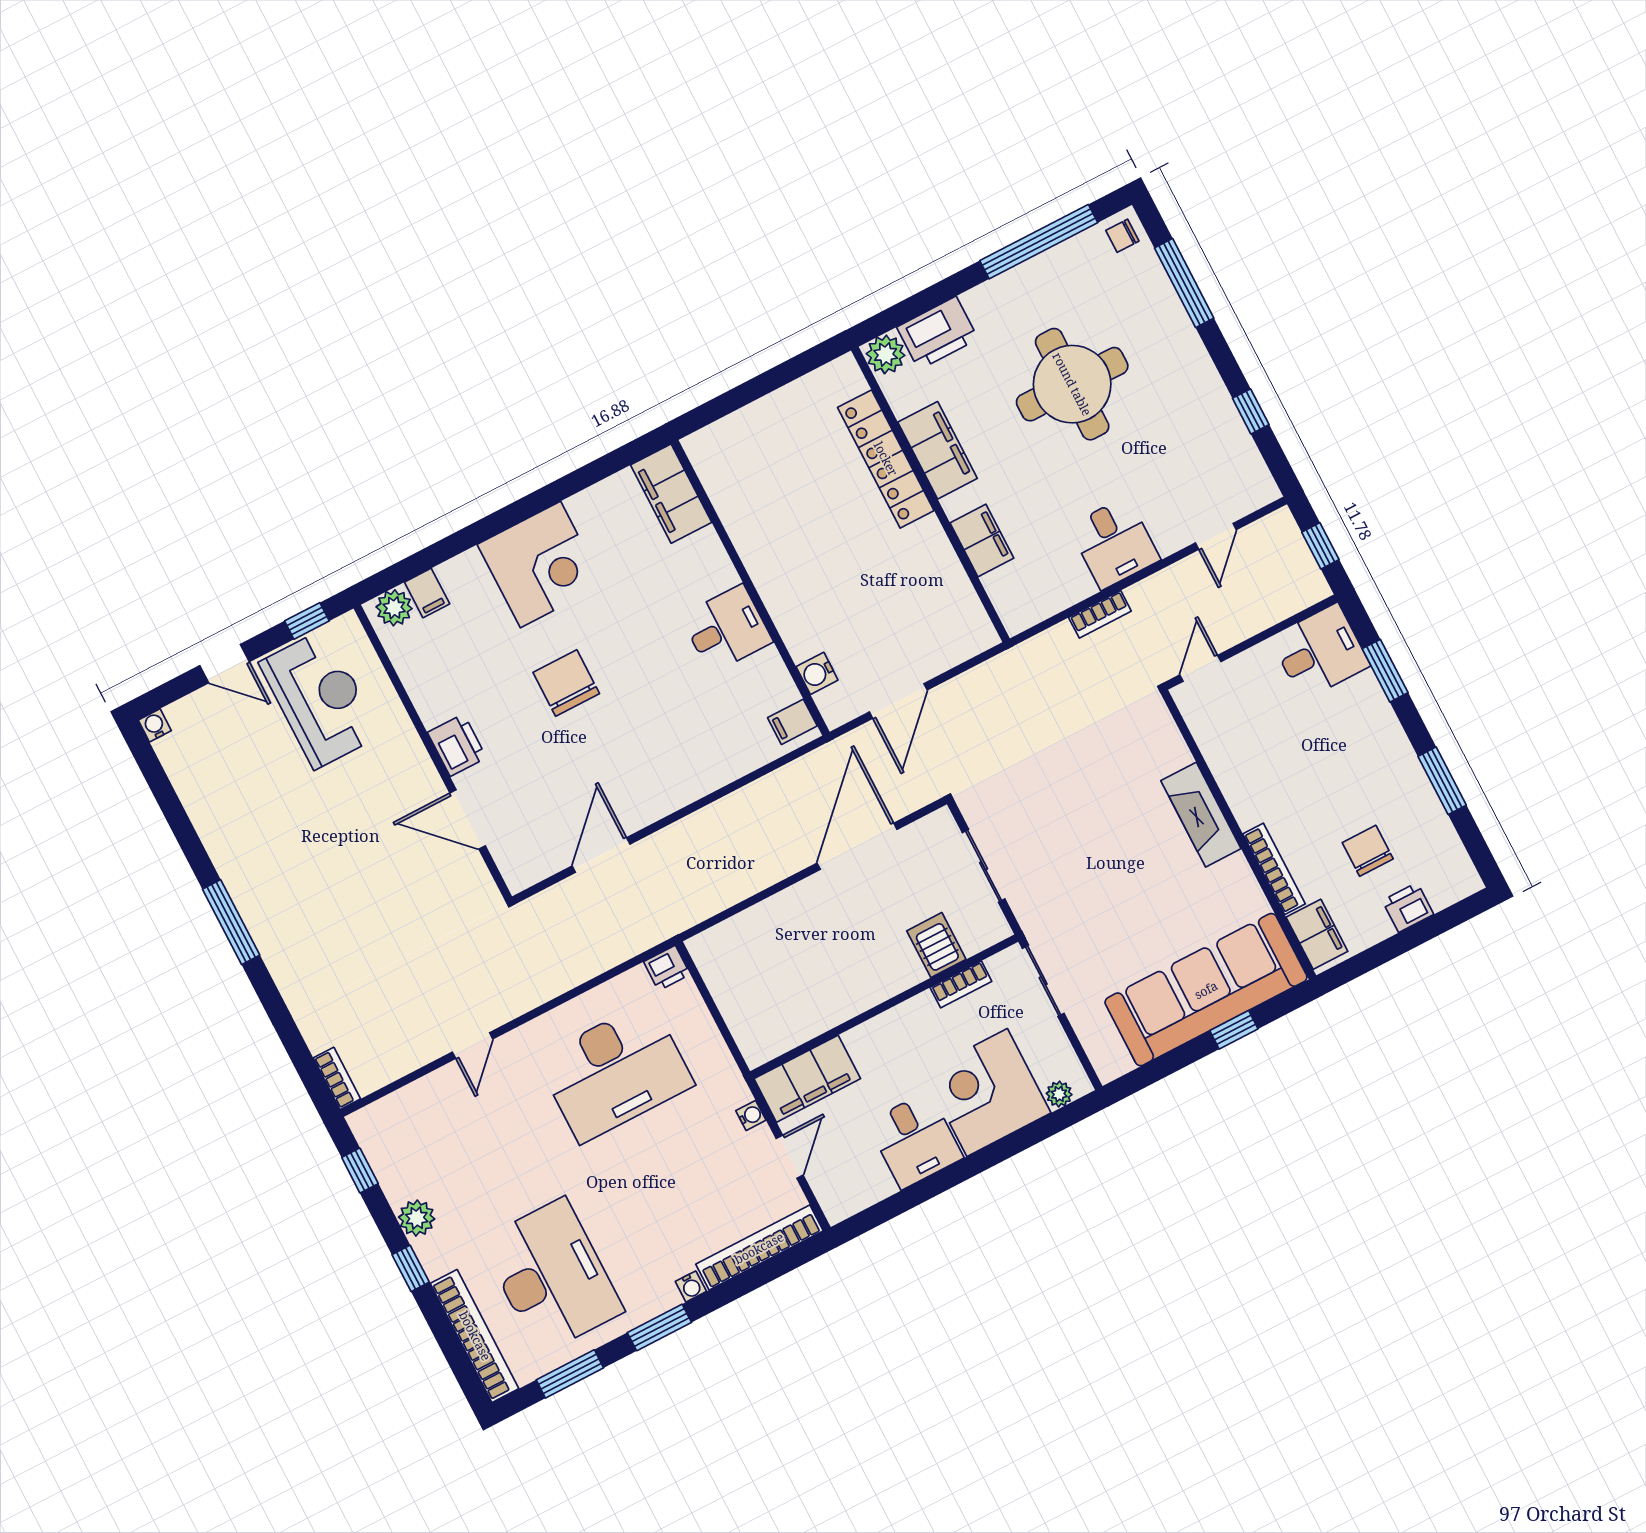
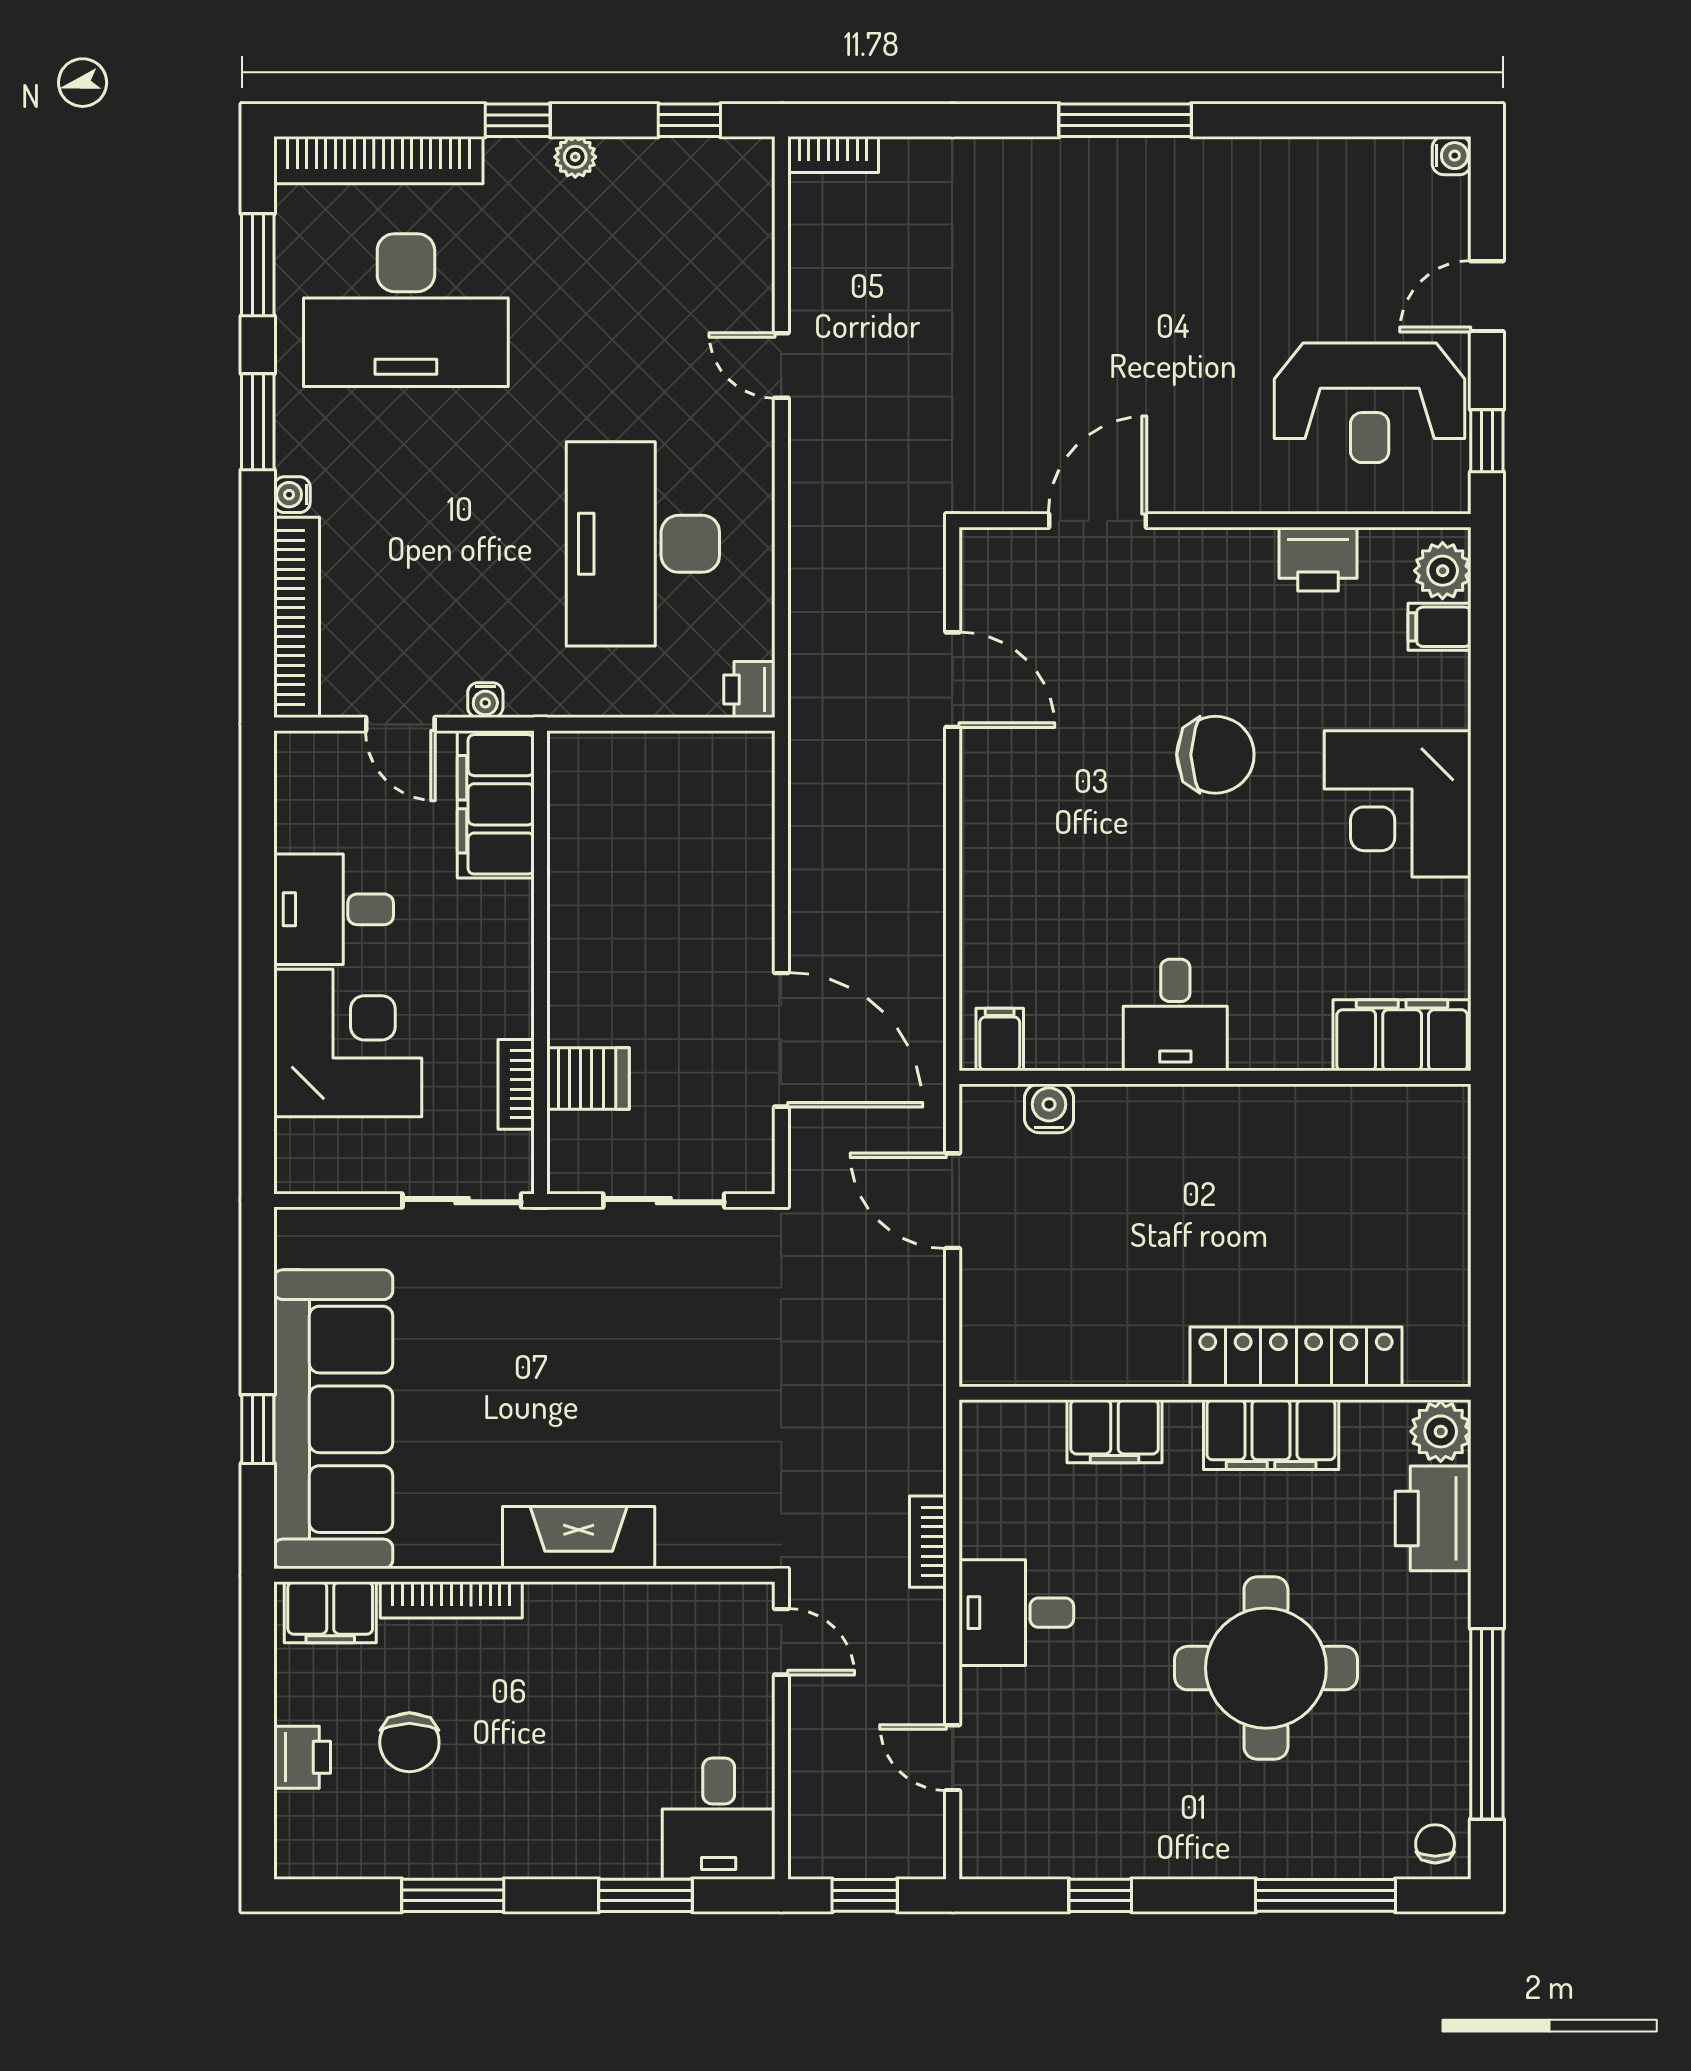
printer: (457, 745) -> (1318, 559), moved
chair: (1368, 851) -> (409, 1742), turned 90
plant: (1059, 1094) -> (294, 1141), removed
plant: (417, 1218) -> (575, 157), width x0.73, depth x0.73

